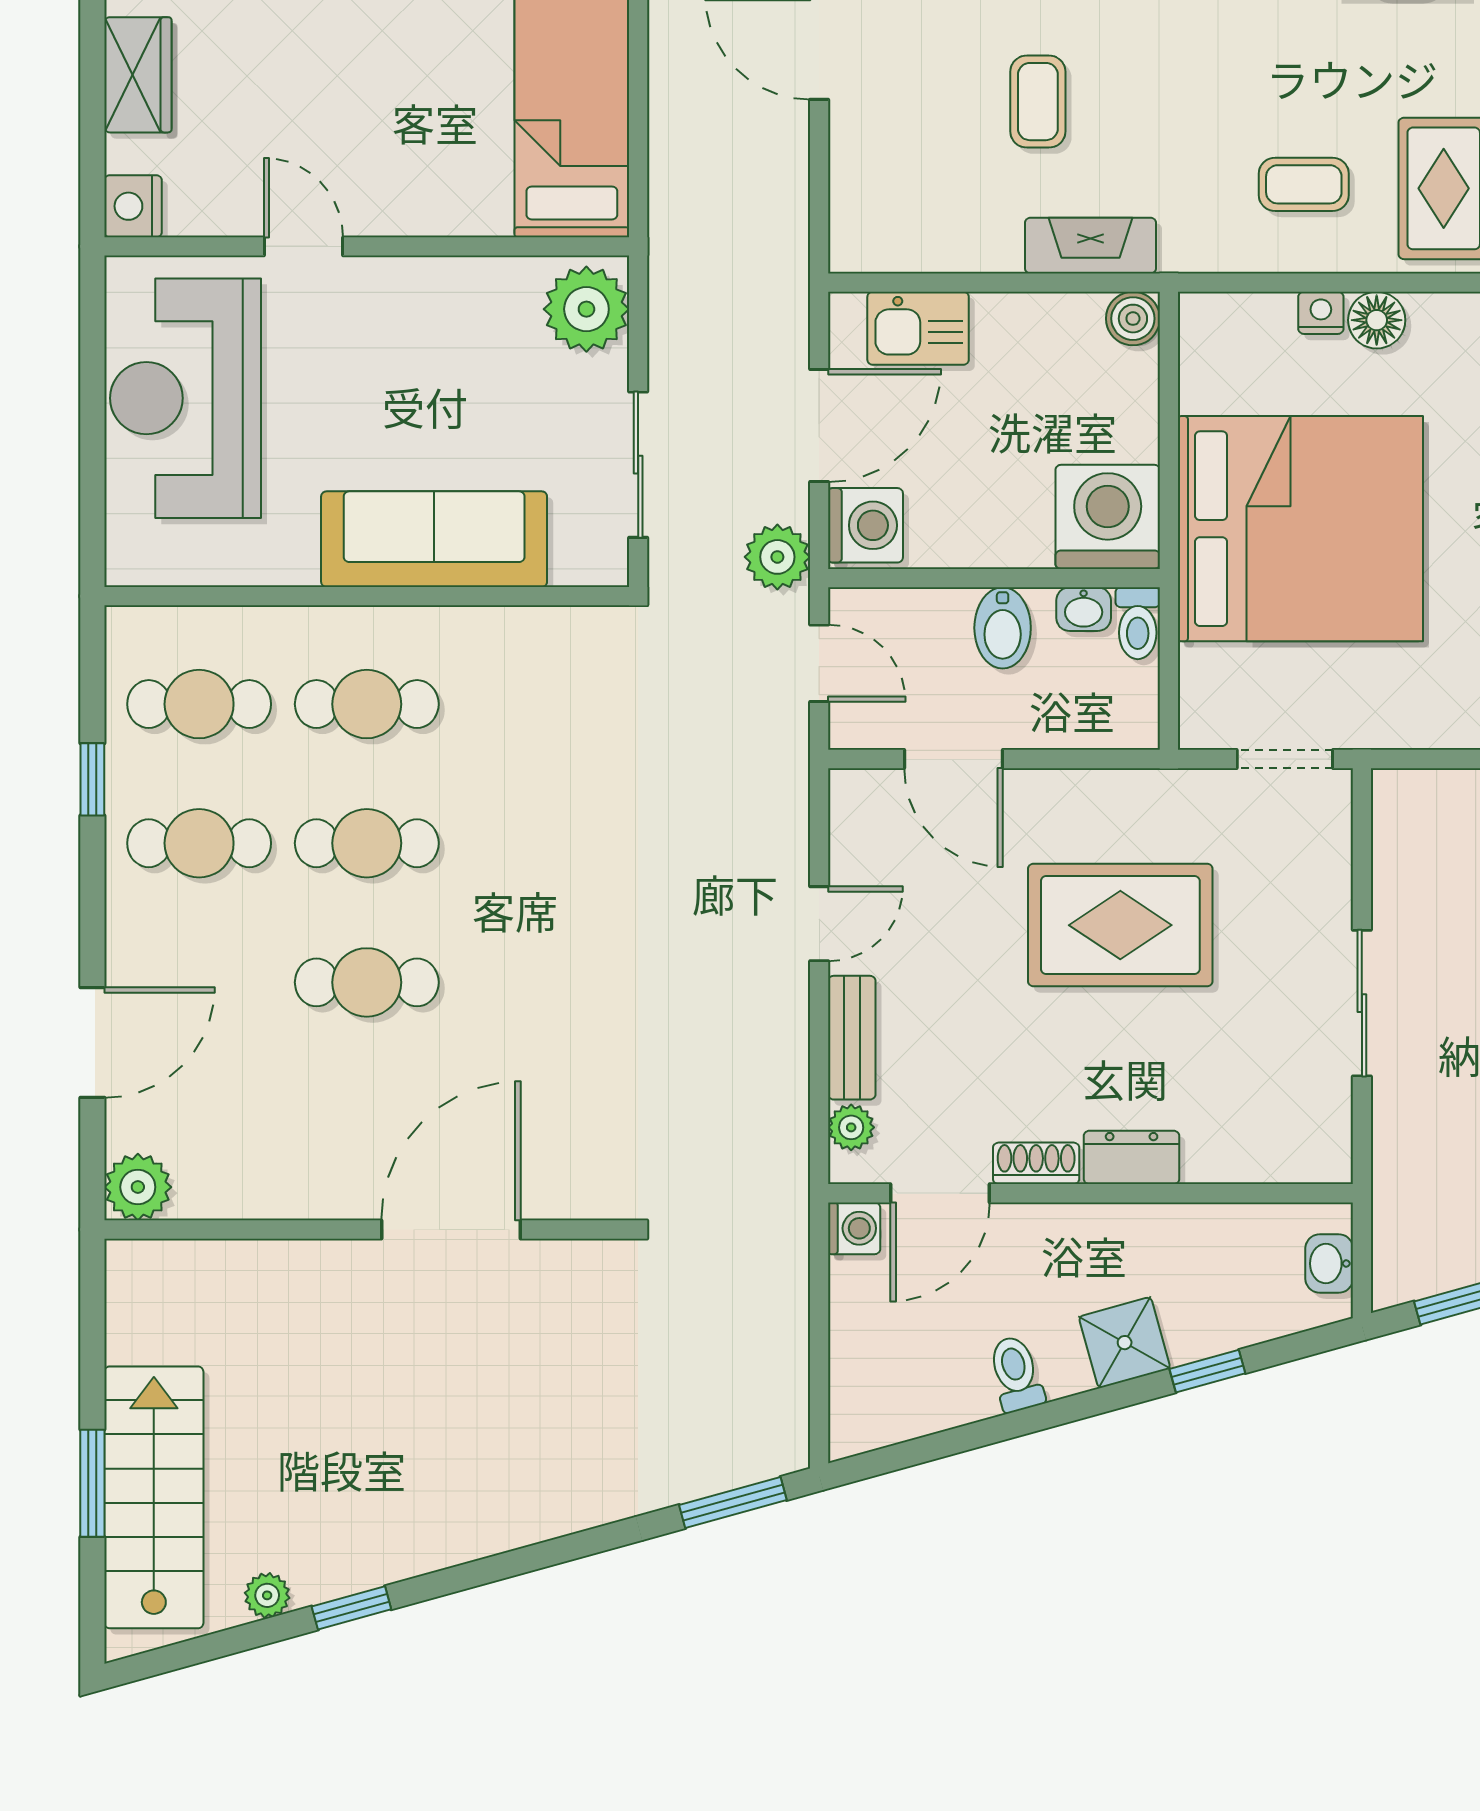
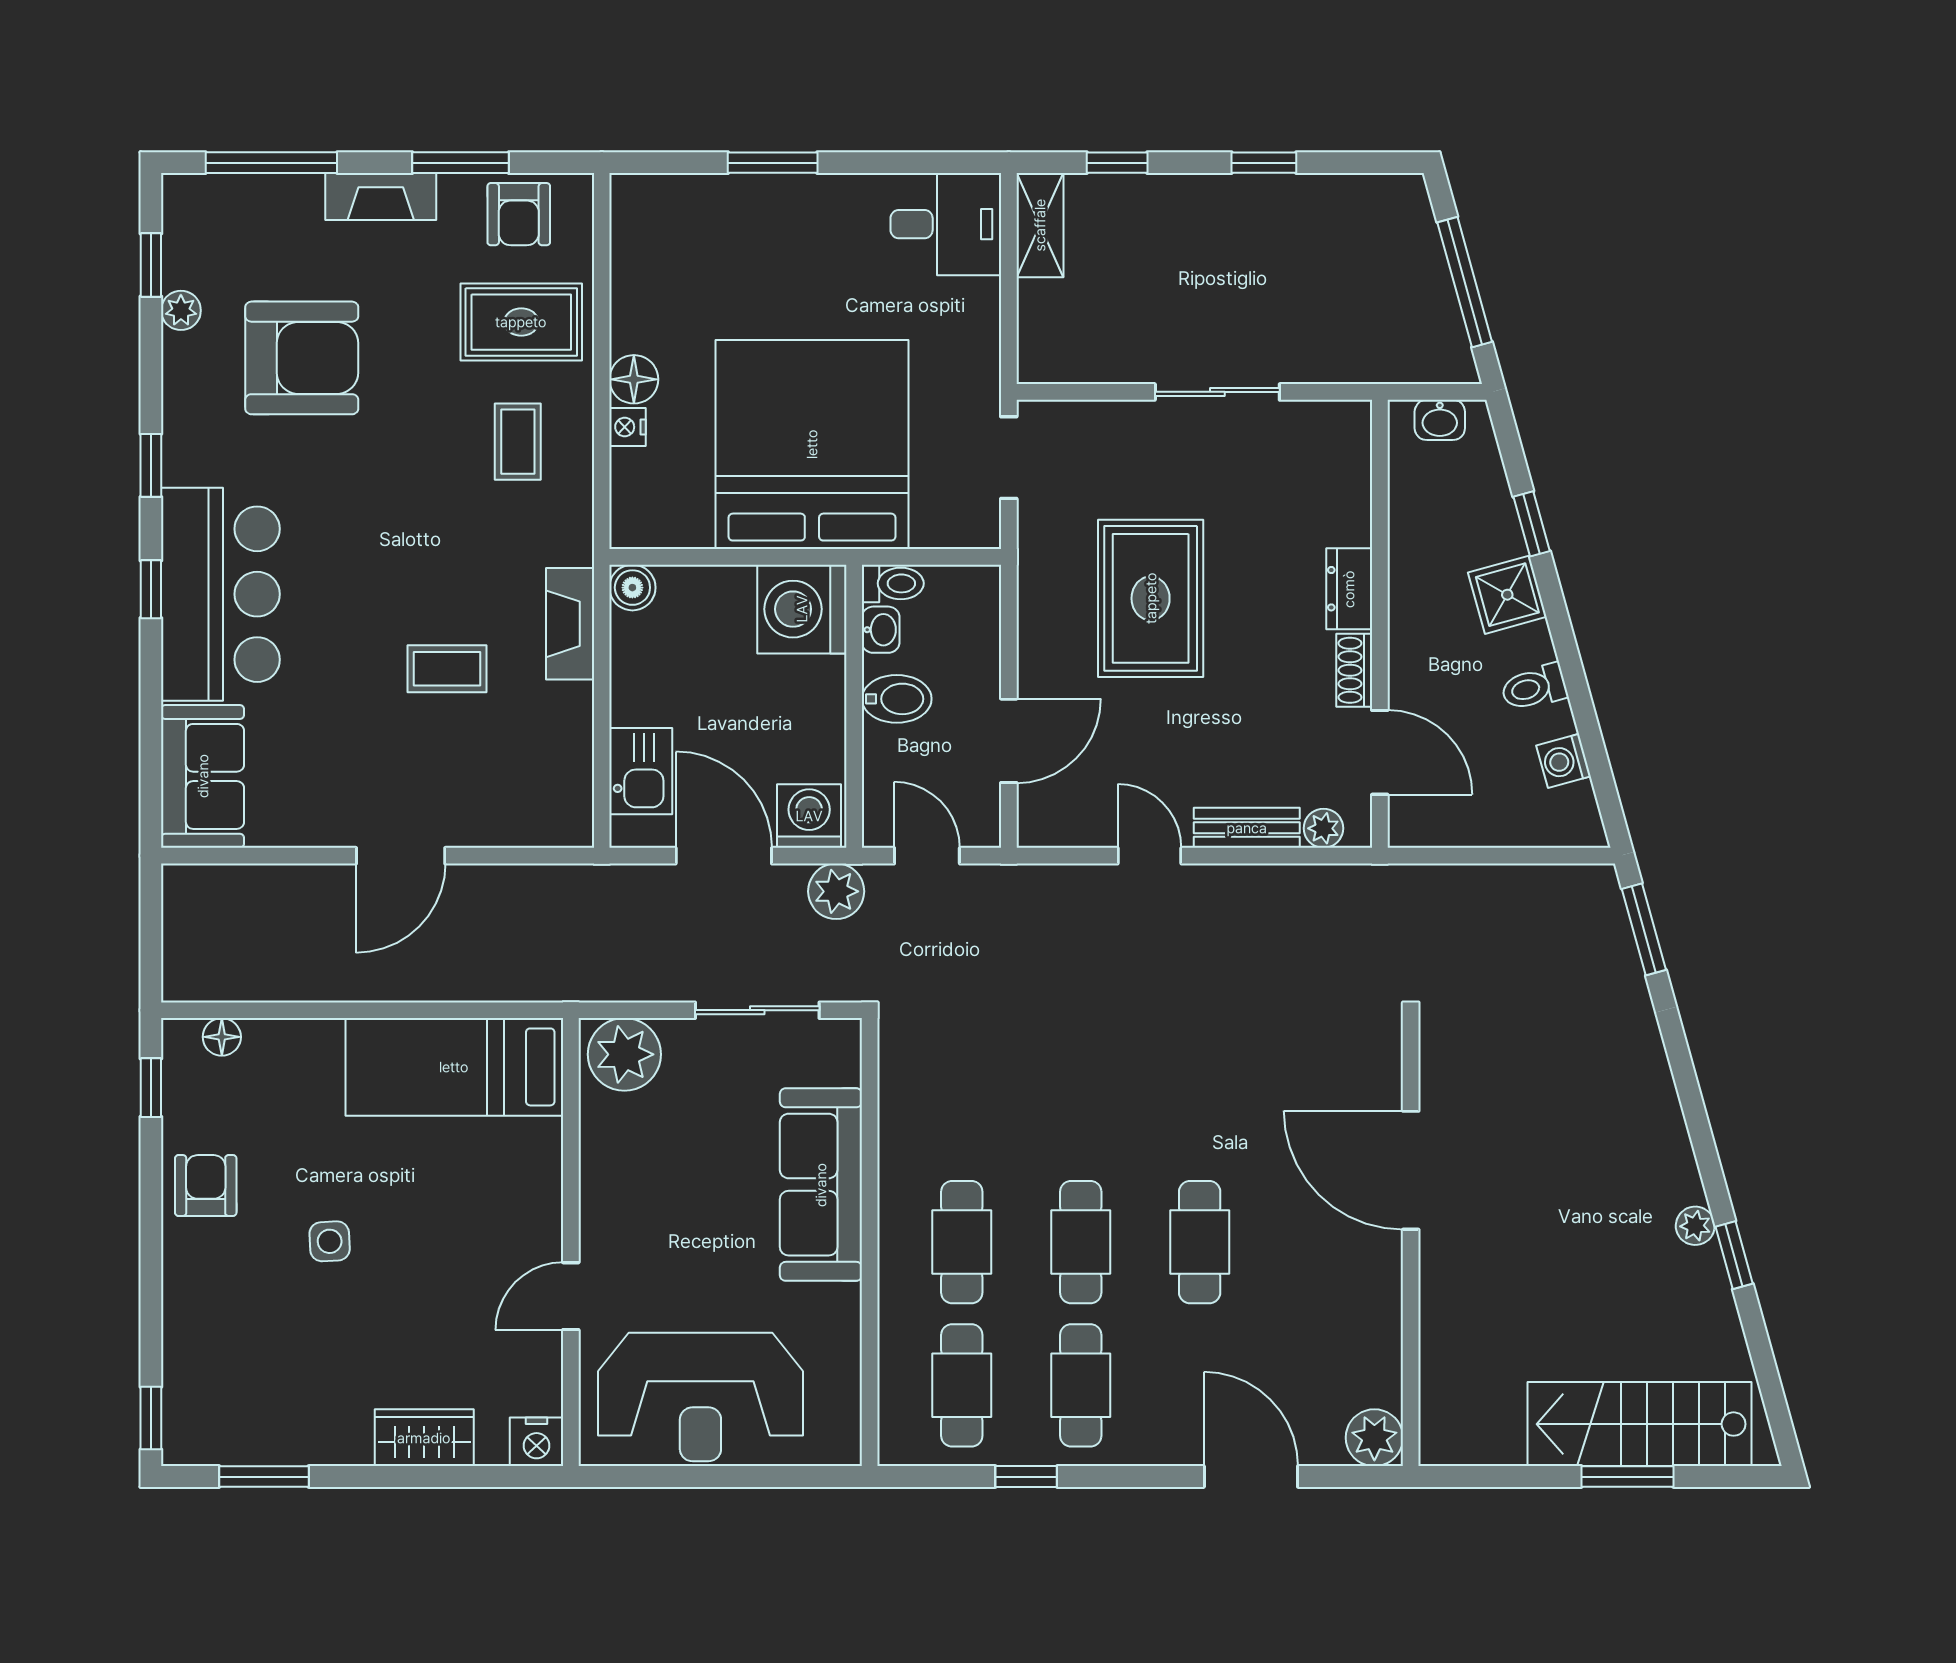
door: (819, 663) -> (927, 856), hinge flipped
washing machine: (854, 1228) -> (1564, 761), moved, turned -105
plant: (267, 1595) -> (1695, 1226), moved

